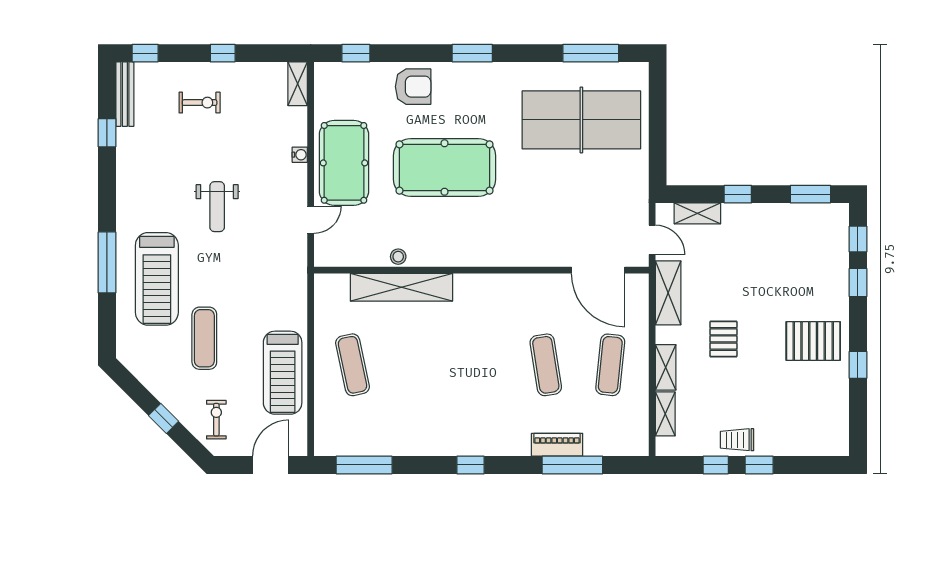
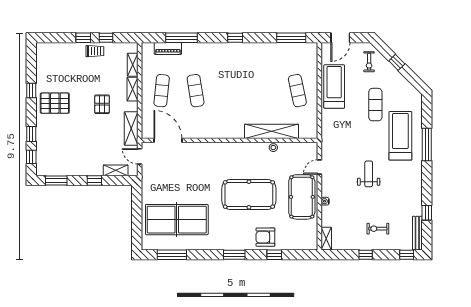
window: (356, 53) -> (274, 255), moved
piano: (557, 445) -> (168, 49), moved

